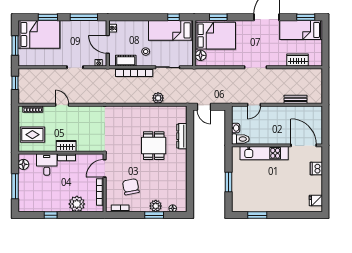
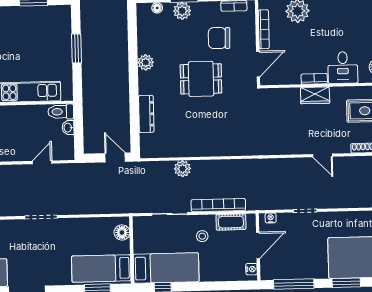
bed: (215, 36) -> (101, 268), width x0.67
door: (108, 44) -> (258, 245), hinge flipped
dining table: (154, 146) -> (201, 79), moved, turned 90
plant: (181, 171) -> (146, 62), added
chair: (131, 187) -> (219, 38), turned 102

